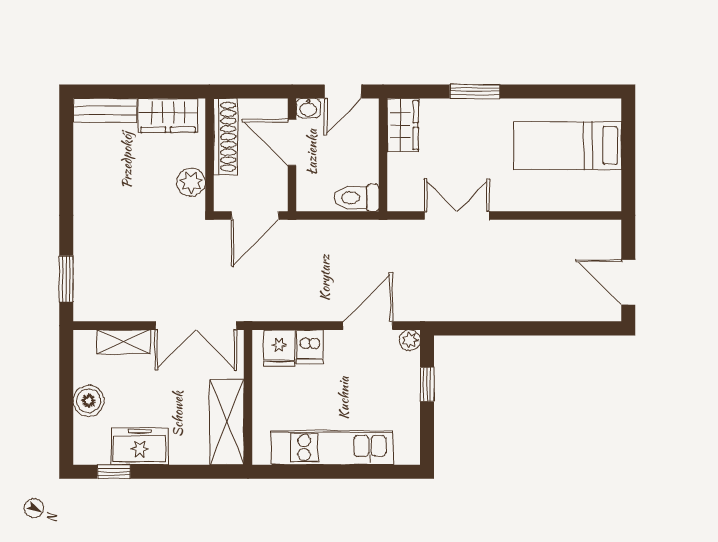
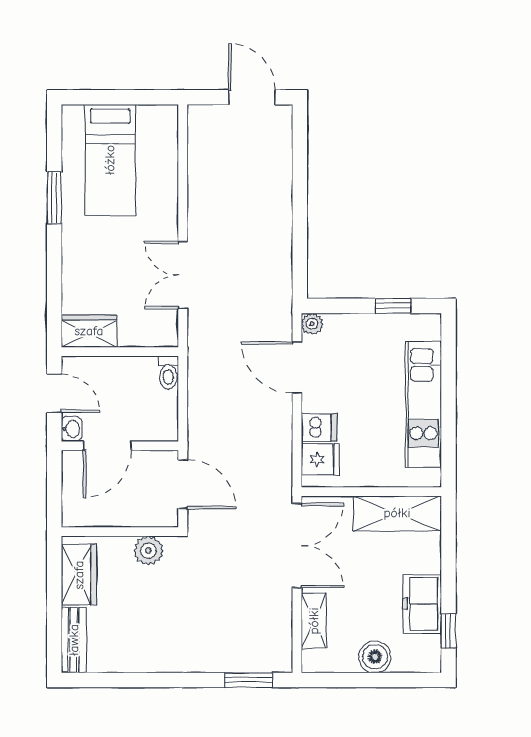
window: (475, 91) -> (54, 198), moved
shoe rack: (225, 137) -> (101, 515), removed
toilet: (357, 198) -> (168, 372), width x0.73, depth x0.72
door: (628, 282) -> (252, 97), swing flipped
window: (427, 384) -> (393, 306), moved

